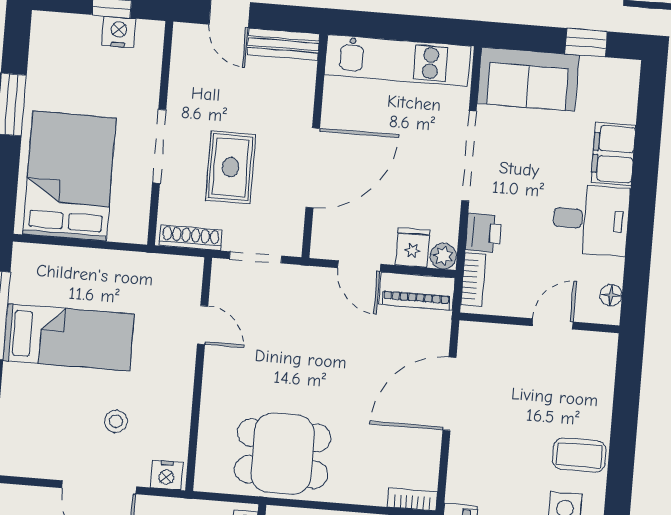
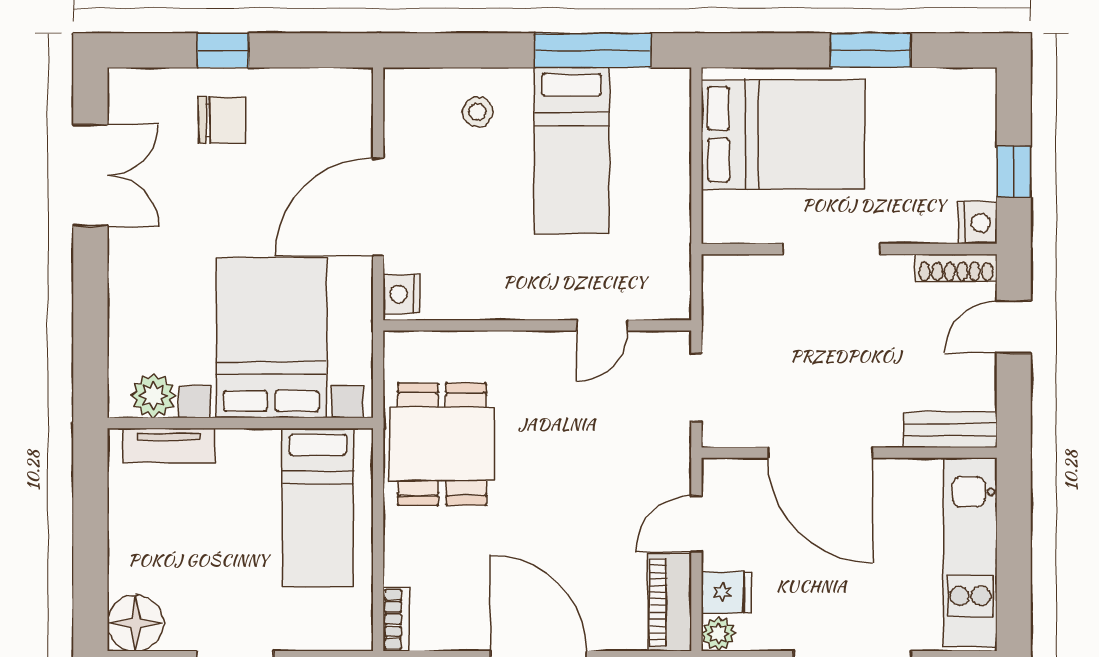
nightstand: (119, 32) -> (977, 223), moved
bench: (283, 44) -> (950, 430), moved, turned 90
rug: (231, 167) -> (812, 345), removed
shoe rack: (191, 238) -> (956, 268), moved, turned 90
stool: (116, 421) -> (477, 112), moved

